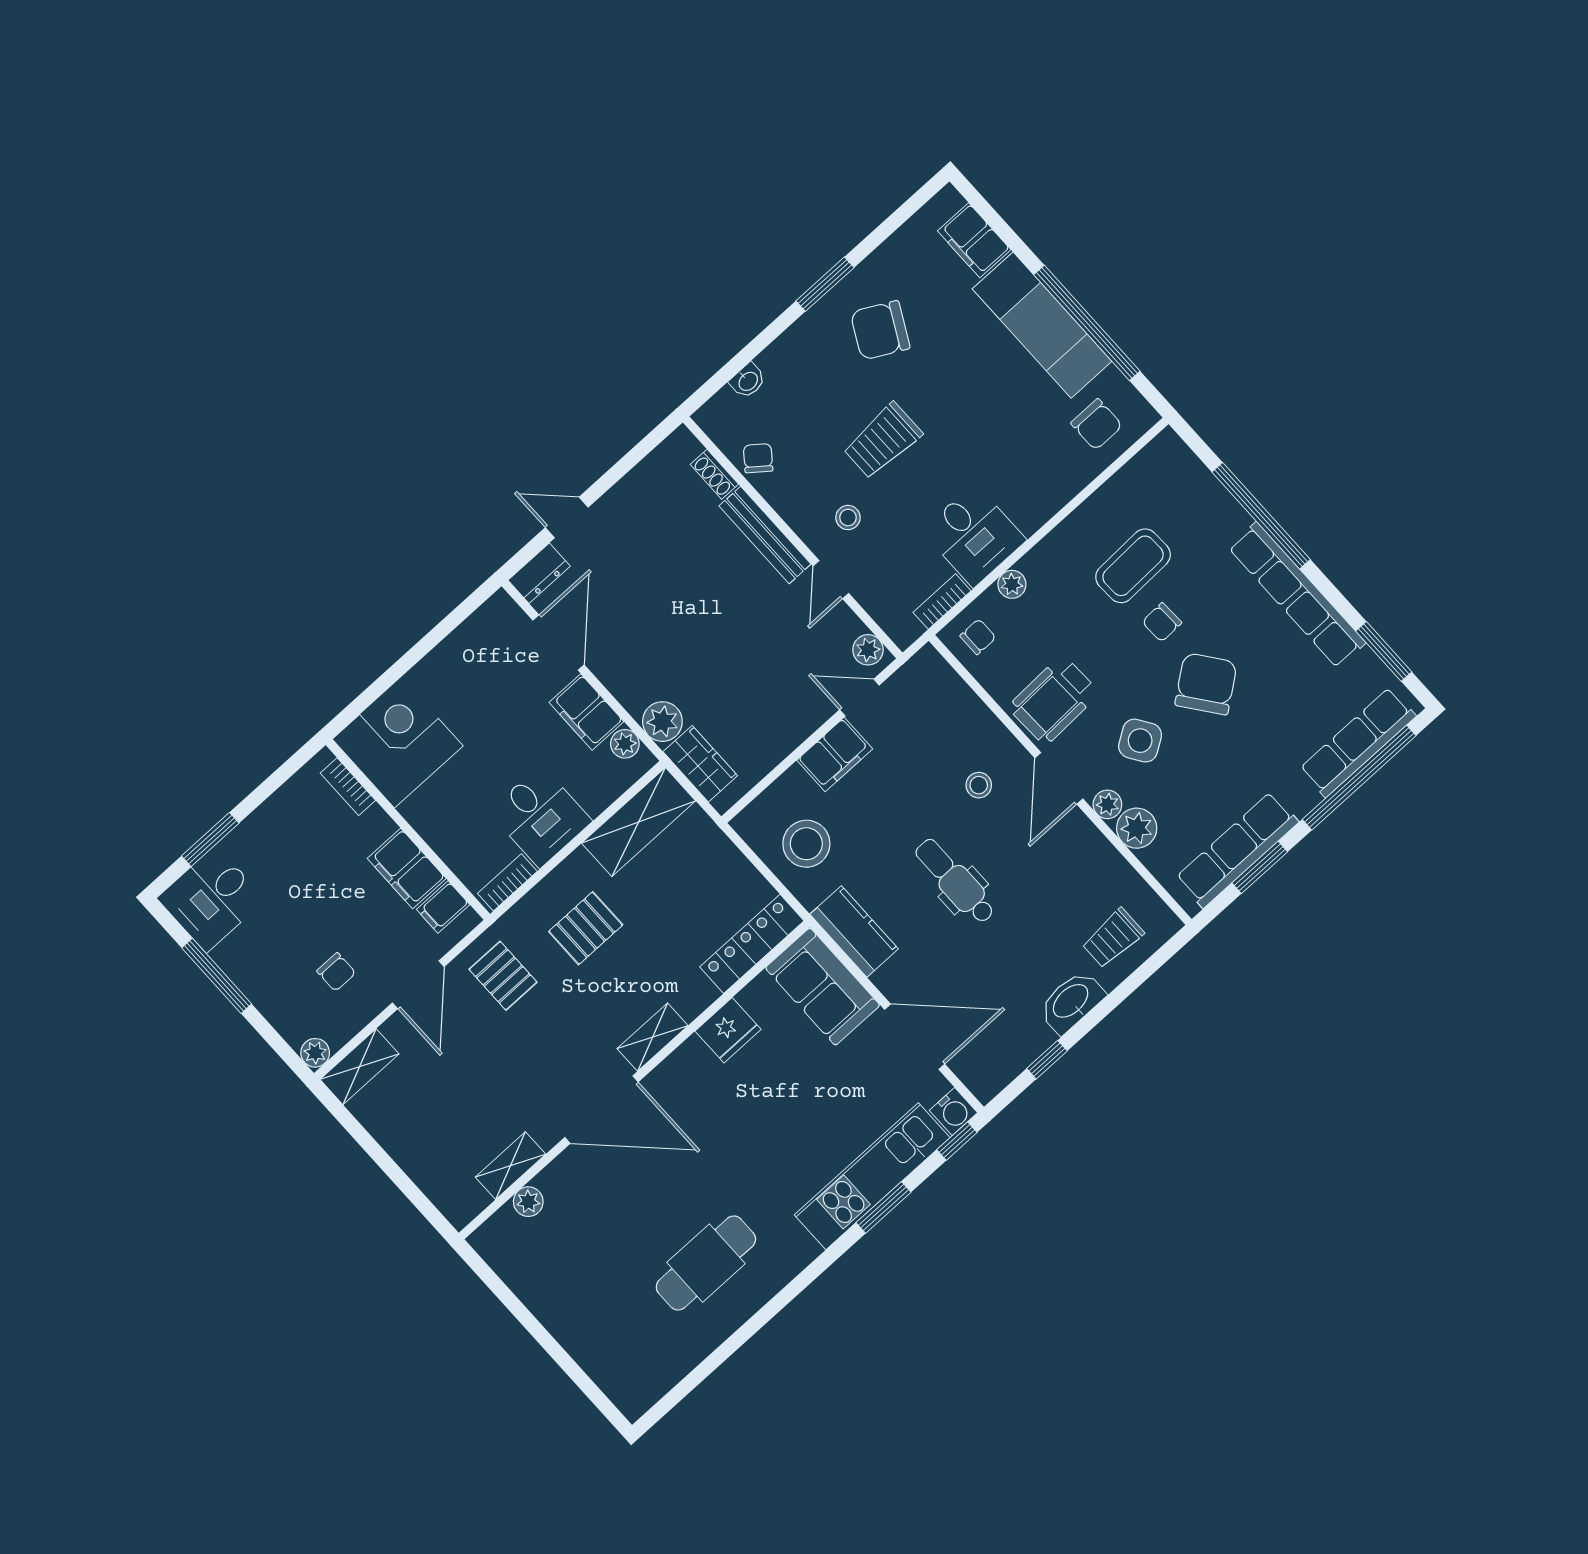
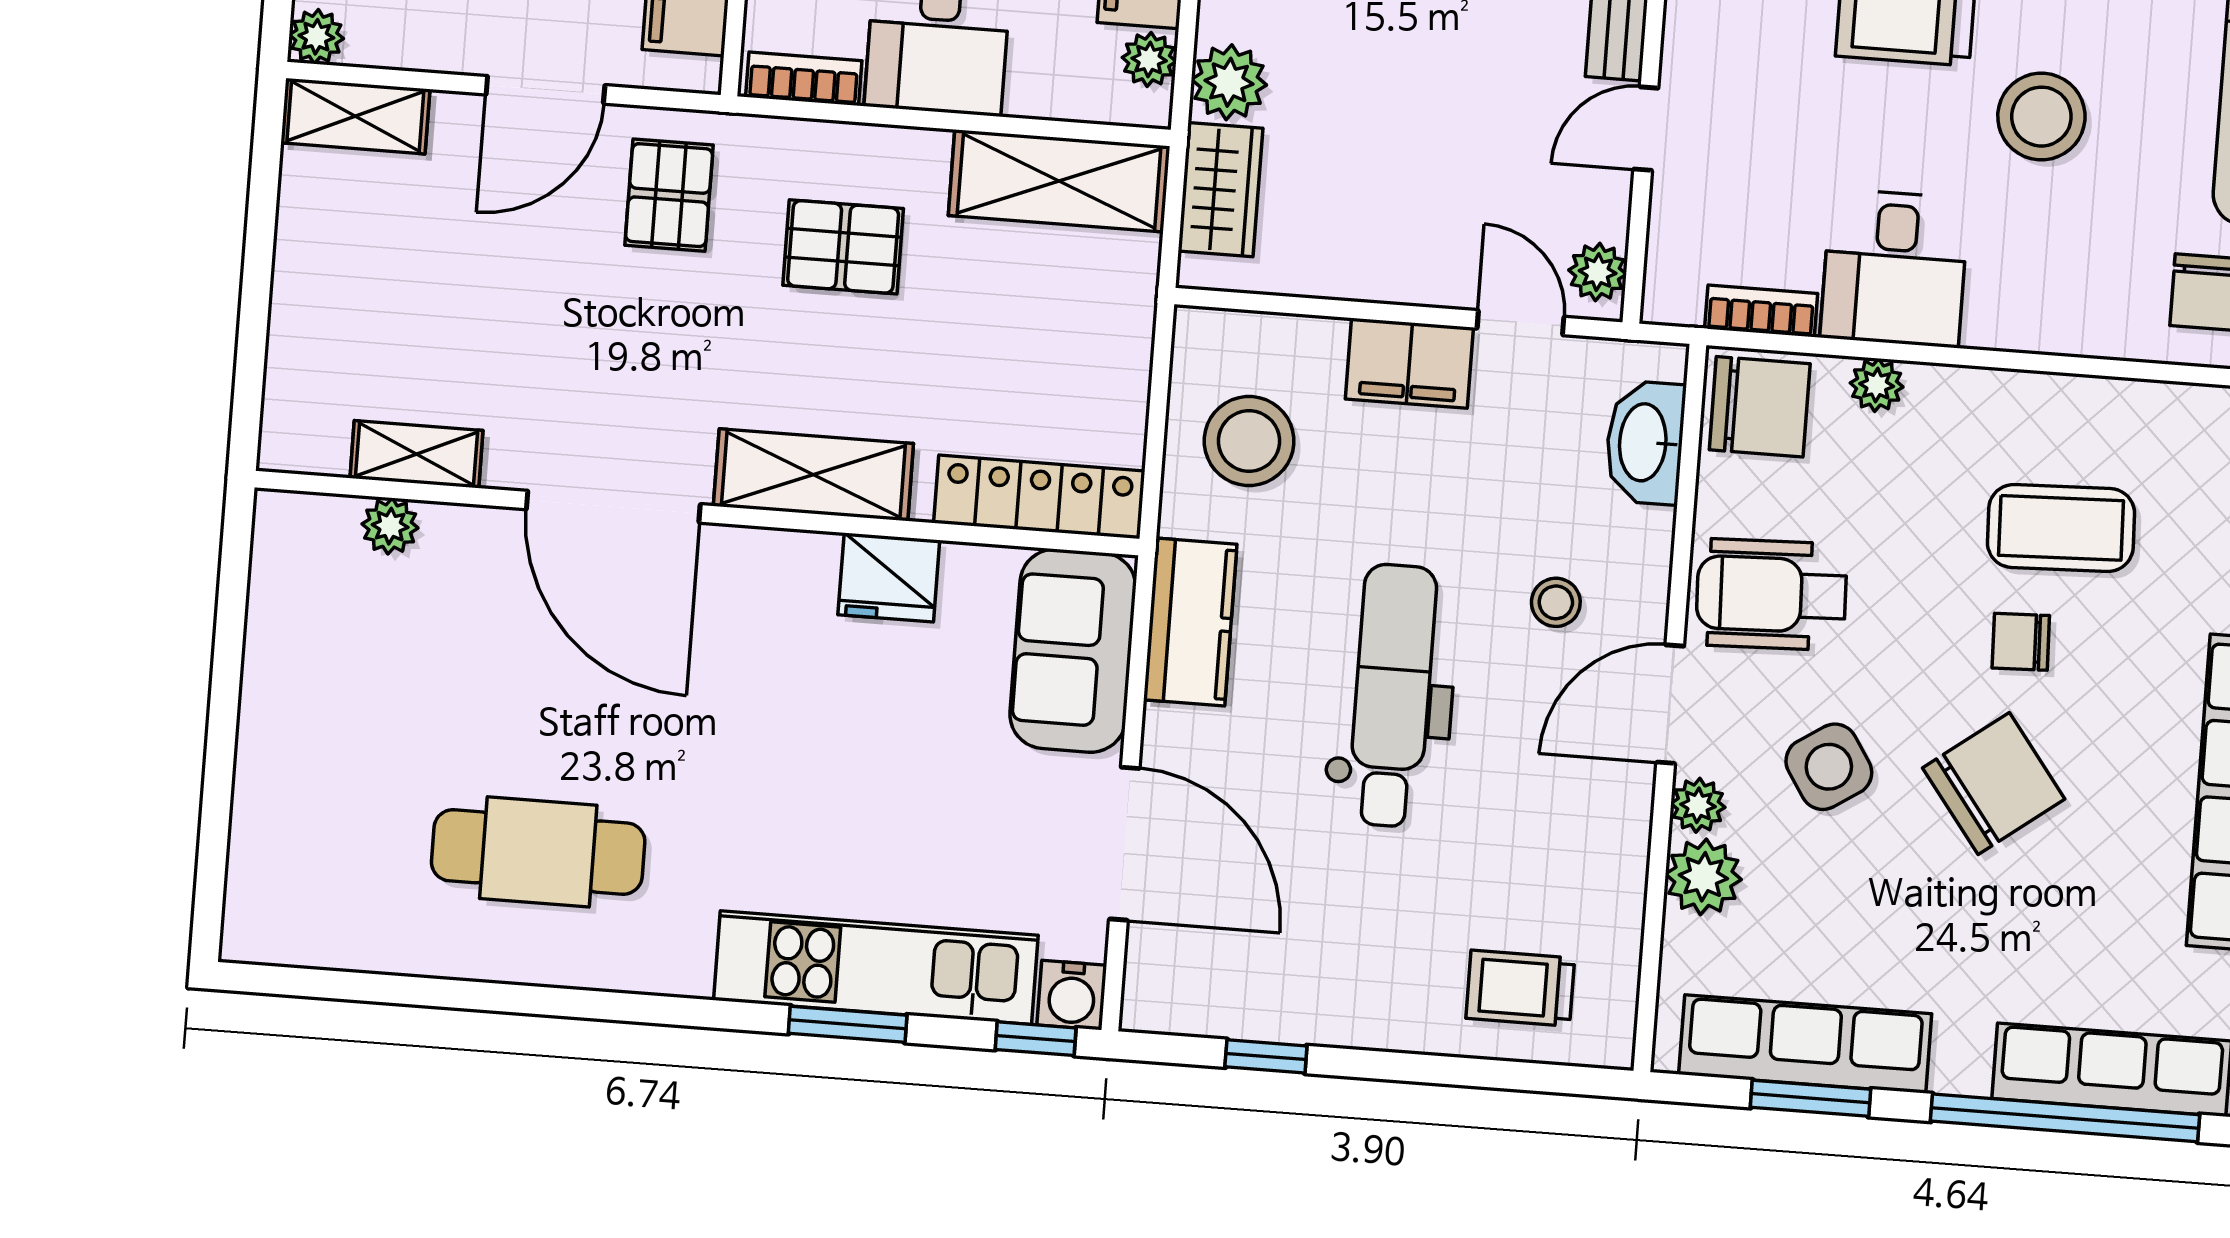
stool: (848, 518) -> (2041, 117), moved, width x1.89, depth x1.89
chair: (978, 637) -> (1760, 407), width x1.87, depth x1.87
dental chair: (955, 881) -> (1392, 695), width x1.36, depth x1.38
washbasin: (1071, 1002) -> (1645, 442), moved, turned -90
shelving: (653, 1037) -> (813, 475), width x1.50, depth x1.33

